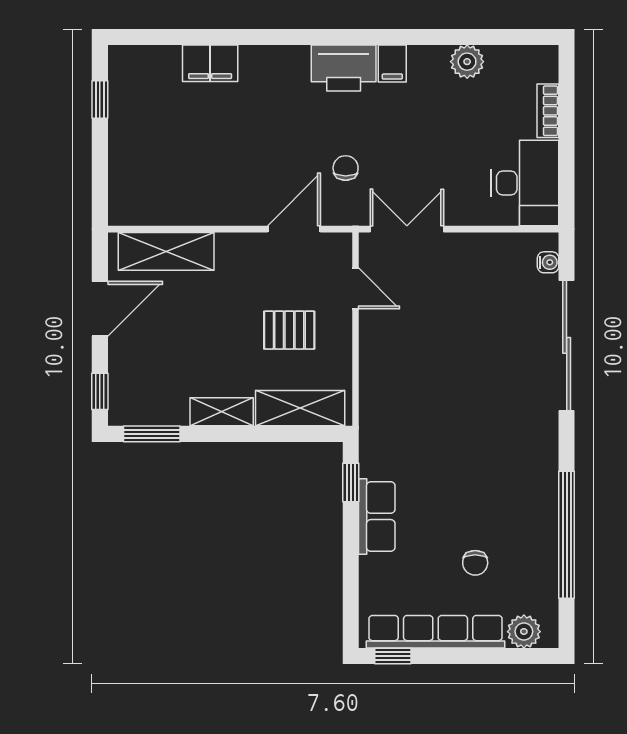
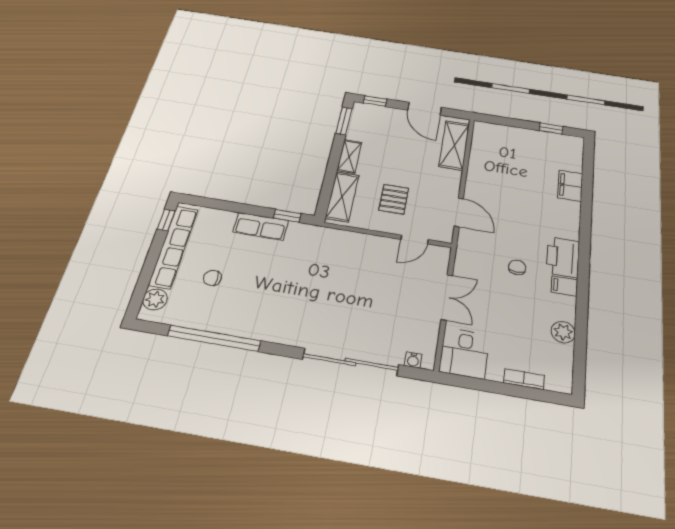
chair: (346, 168) -> (517, 267), moved, turned -90
desk: (525, 183) -> (464, 353), width x0.73
double door: (407, 229) -> (447, 297), moved

